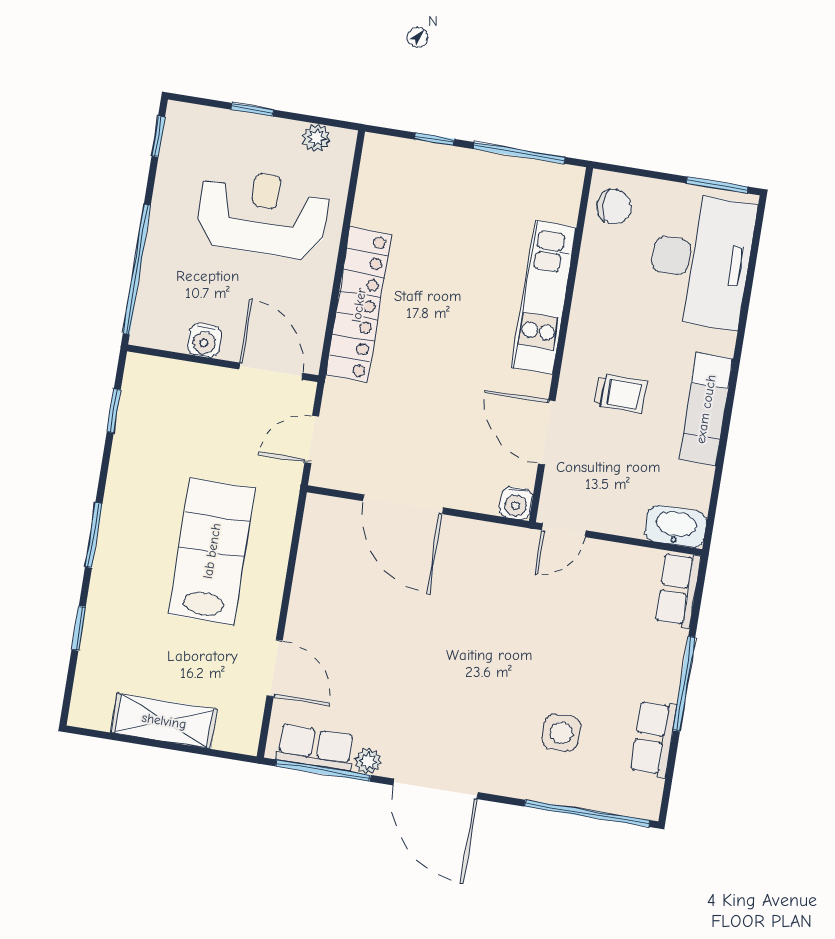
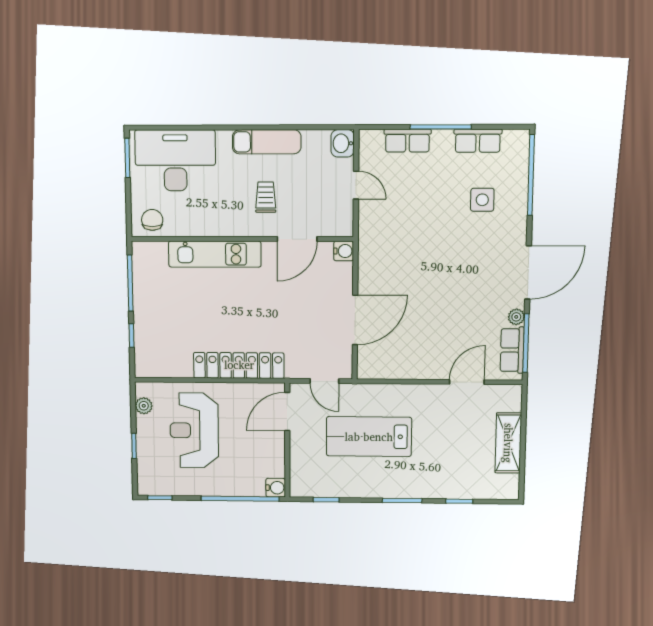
water cooler: (205, 341) -> (276, 488), moved
washbasin: (676, 526) -> (343, 143), width x0.72
door: (564, 530) -> (356, 185), moved
lab bench: (212, 551) -> (369, 437), moved
row of seats: (678, 590) -> (408, 141), moved

